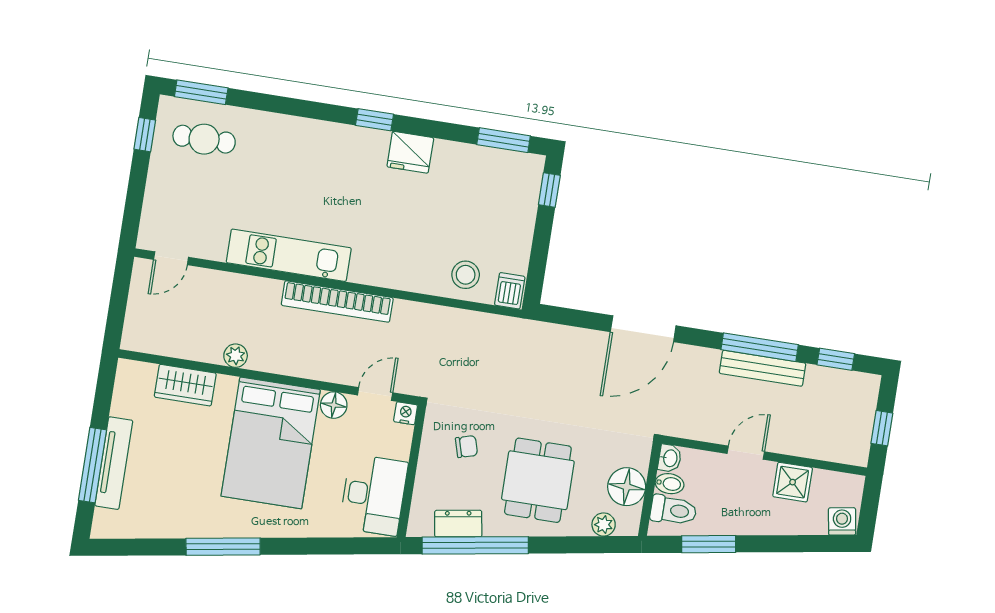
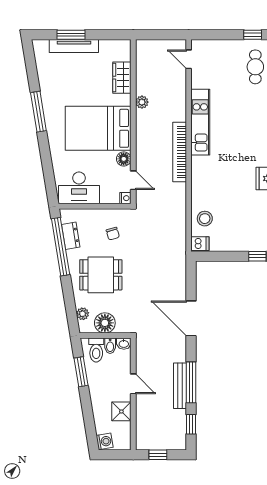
window: (92, 465) -> (71, 35), width x0.69

